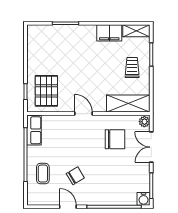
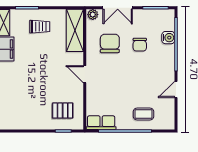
trolley: (132, 67) -> (40, 27), turned 180
pallet: (46, 91) -> (63, 111), width x0.67, depth x0.71
door: (83, 114) -> (85, 74), hinge flipped
chair: (75, 176) -> (140, 45), moved, turned -149
water cooler: (144, 199) -> (168, 38), moved

